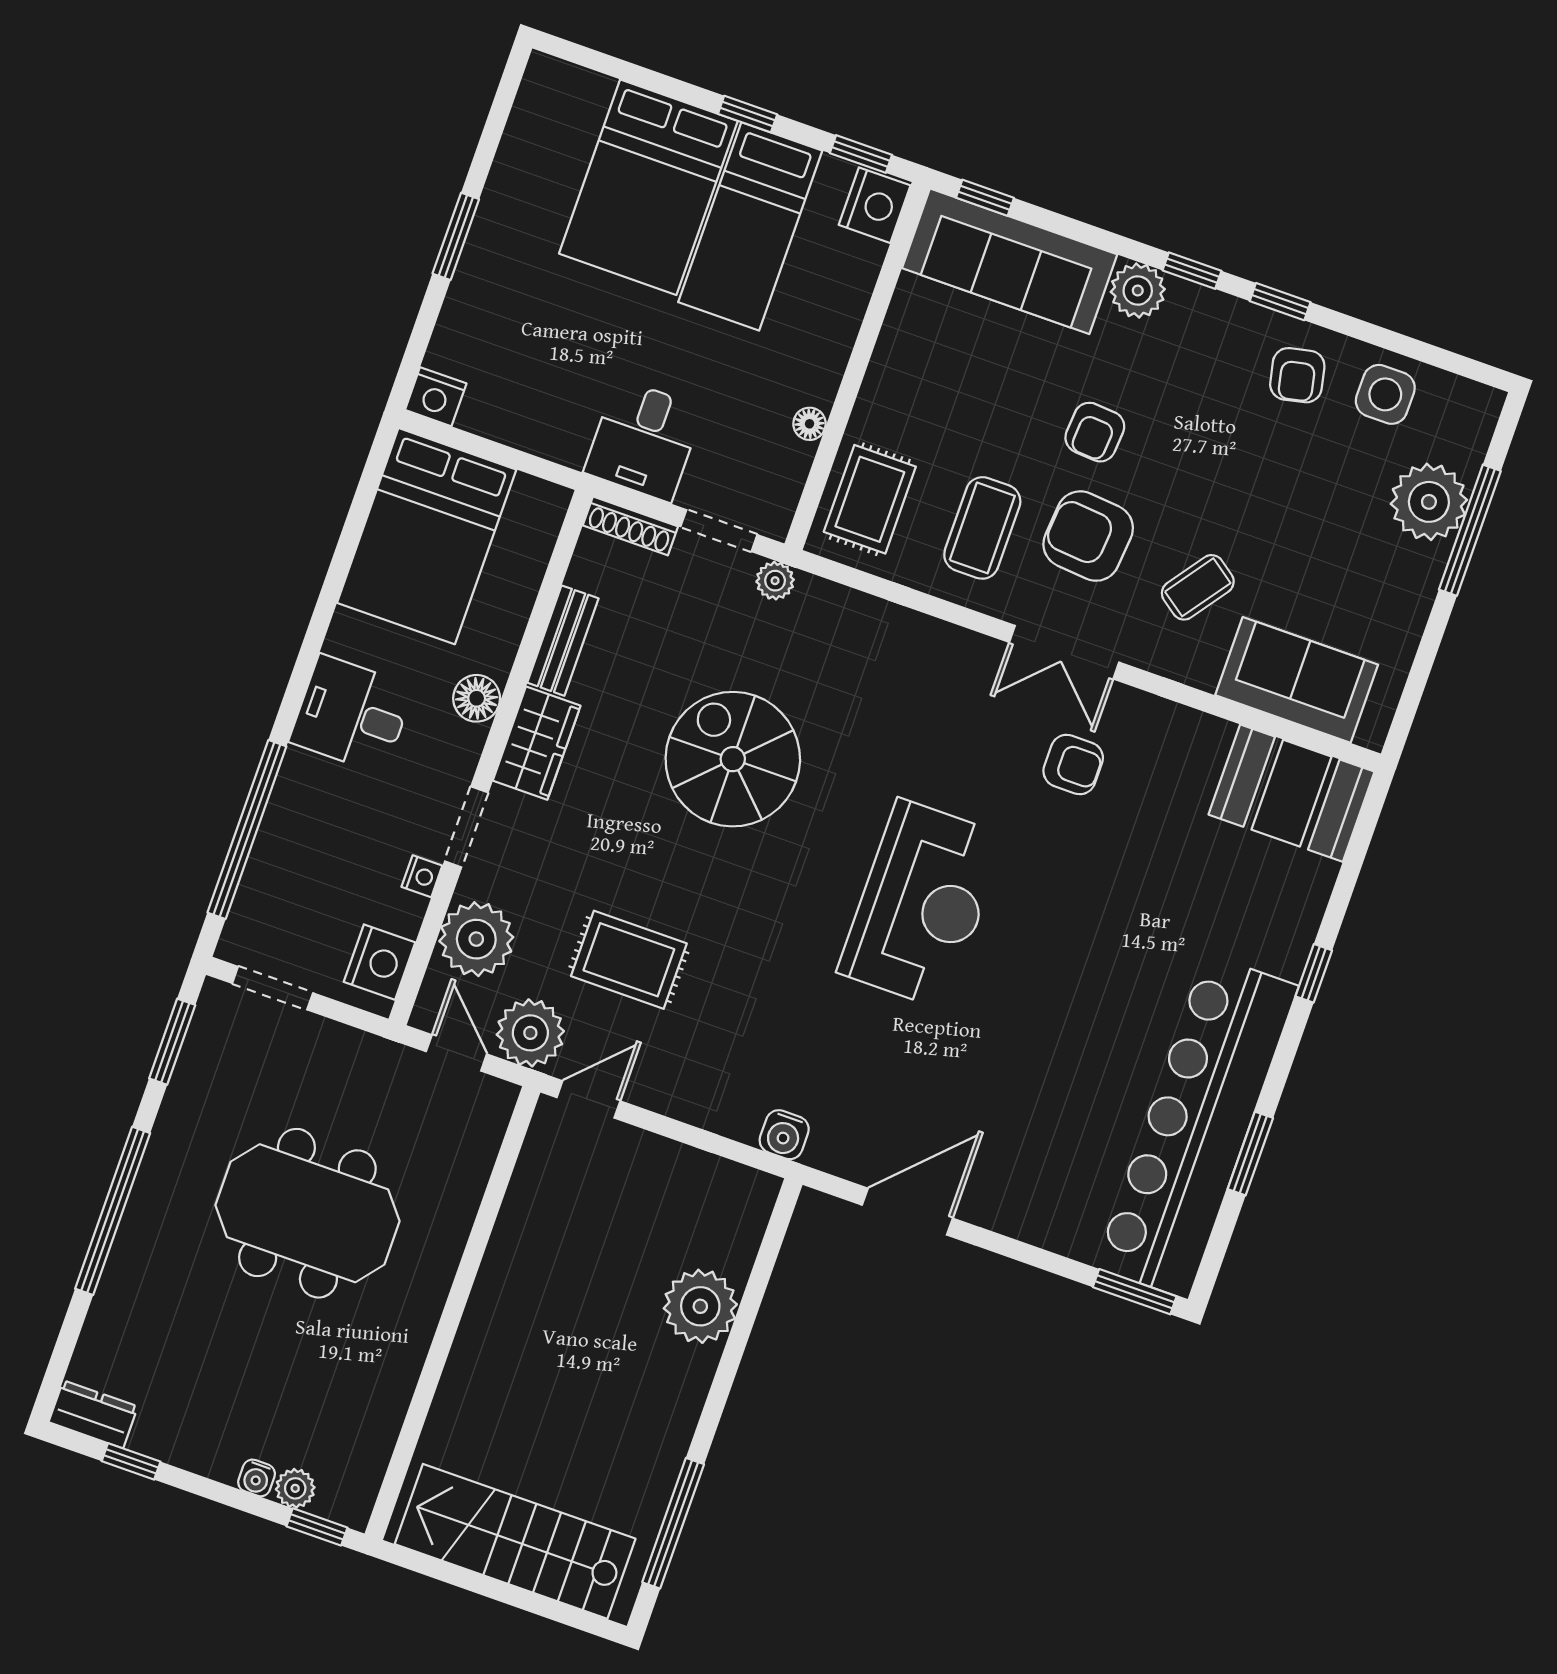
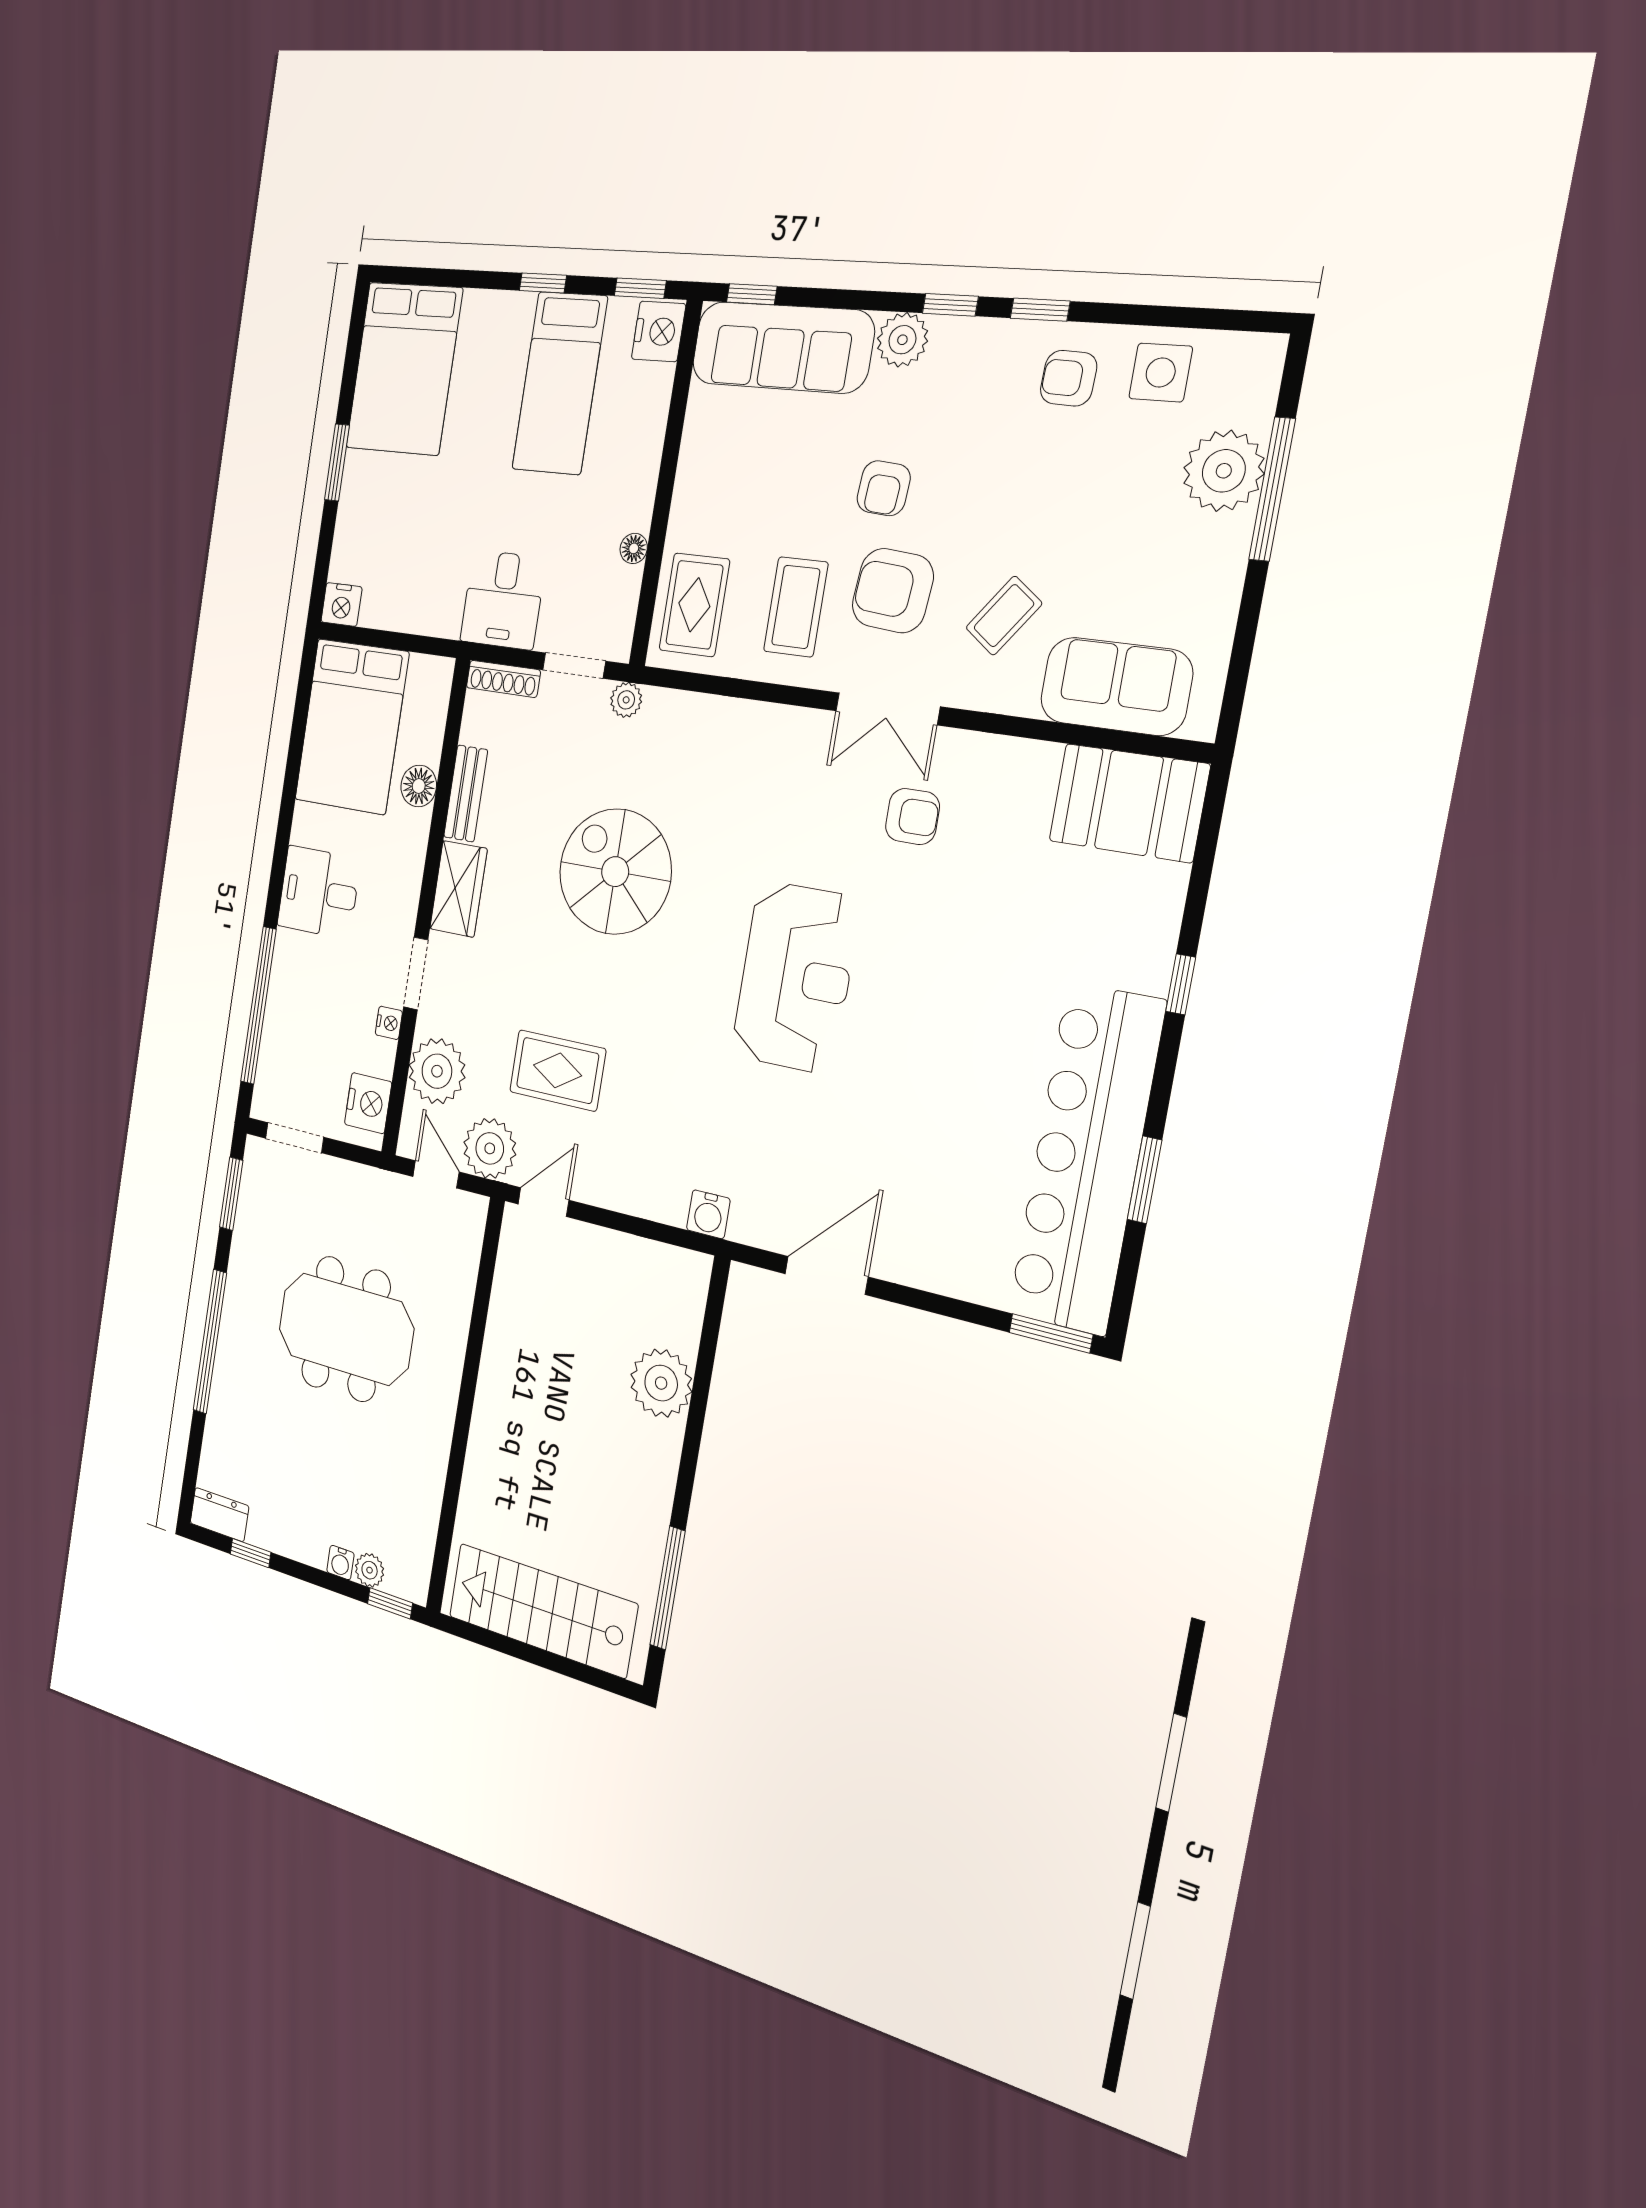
bed: (648, 187) -> (404, 369), moved
armchair: (1297, 375) -> (1069, 378), turned 104
floor lamp: (477, 698) -> (419, 786), moved

